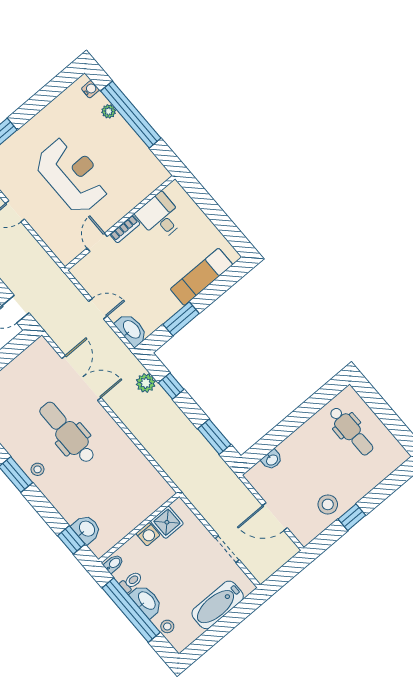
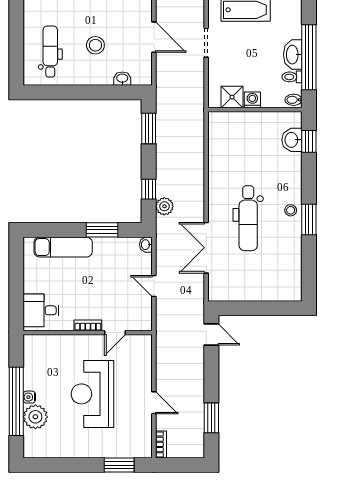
water cooler: (90, 89) -> (29, 397), moved
plant: (109, 111) -> (35, 417), width x1.87, depth x1.87
desk: (160, 217) -> (41, 310), moved, turned 90
washbasin: (131, 330) -> (146, 245), width x0.52, depth x0.69
stool: (328, 504) -> (95, 45), moved
stool: (167, 626) -> (293, 24), removed

